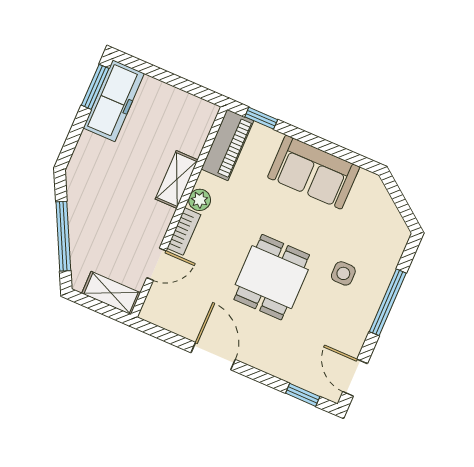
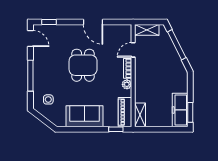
shelving: (177, 179) -> (140, 115), moved
side table: (343, 273) -> (48, 99), moved

